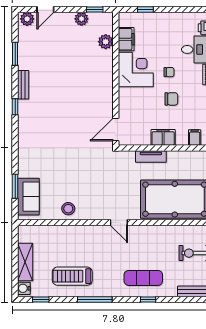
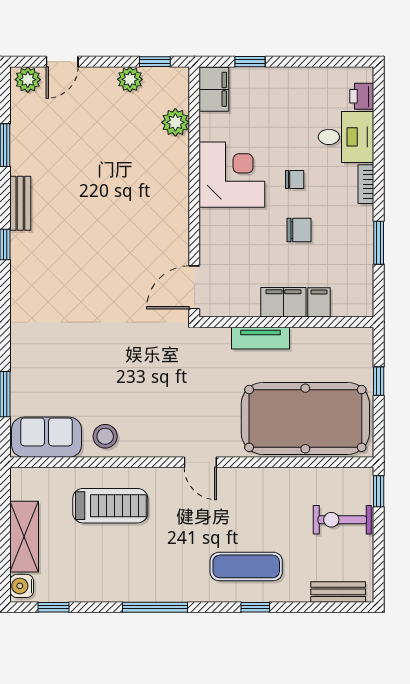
filing cabinet: (126, 39) -> (214, 89), moved
filing cabinet: (195, 137) -> (319, 302), moved
sofa: (28, 197) -> (47, 437), moved, turned -90
treadmill: (72, 276) -> (110, 506), moved, turned 180

